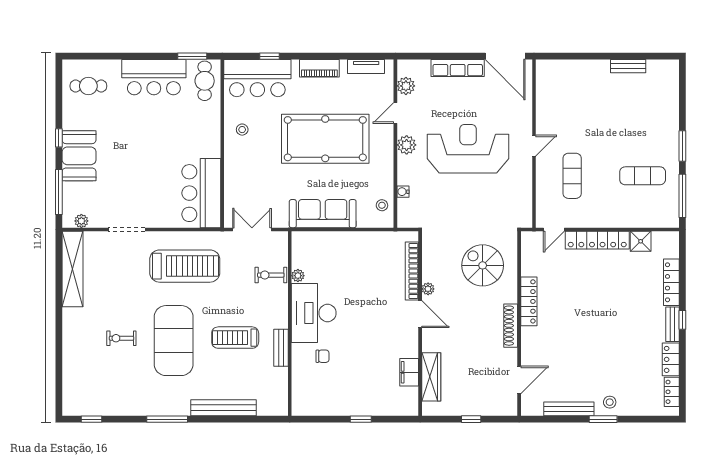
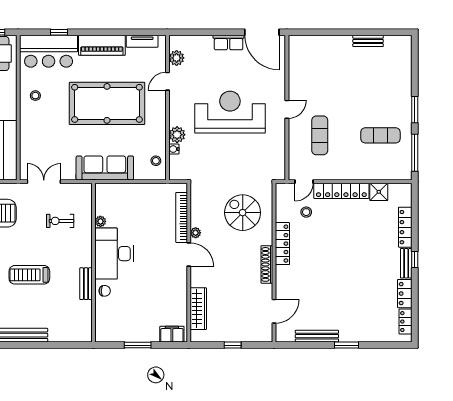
piano: (319, 68) -> (102, 45), width x1.37, depth x1.33
row of seats: (458, 68) -> (229, 43), width x0.68
plant: (407, 145) -> (177, 135), moved
plant: (298, 276) -> (100, 221), moved
desk: (314, 313) -> (114, 254), moved
wall: (290, 323) -> (94, 263), moved
bench: (281, 348) -> (86, 284), moved
filing cabinet: (409, 372) -> (172, 334), moved, turned 90
stool: (610, 402) -> (306, 212), moved
window: (361, 419) -> (138, 345), width x1.50

